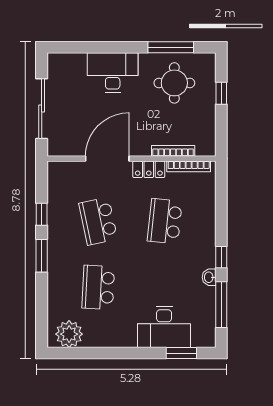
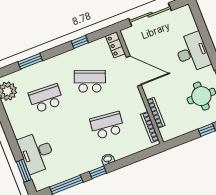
locker: (149, 169) -> (115, 45), moved
school desk: (98, 221) -> (90, 81), turned 33
window: (42, 256) -> (30, 61), moved
washbasin: (209, 277) -> (108, 159), moved

